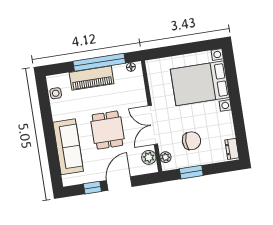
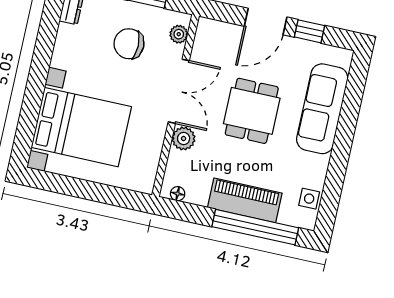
window: (99, 62) -> (255, 227), moved
plant: (149, 157) -> (184, 138), moved

